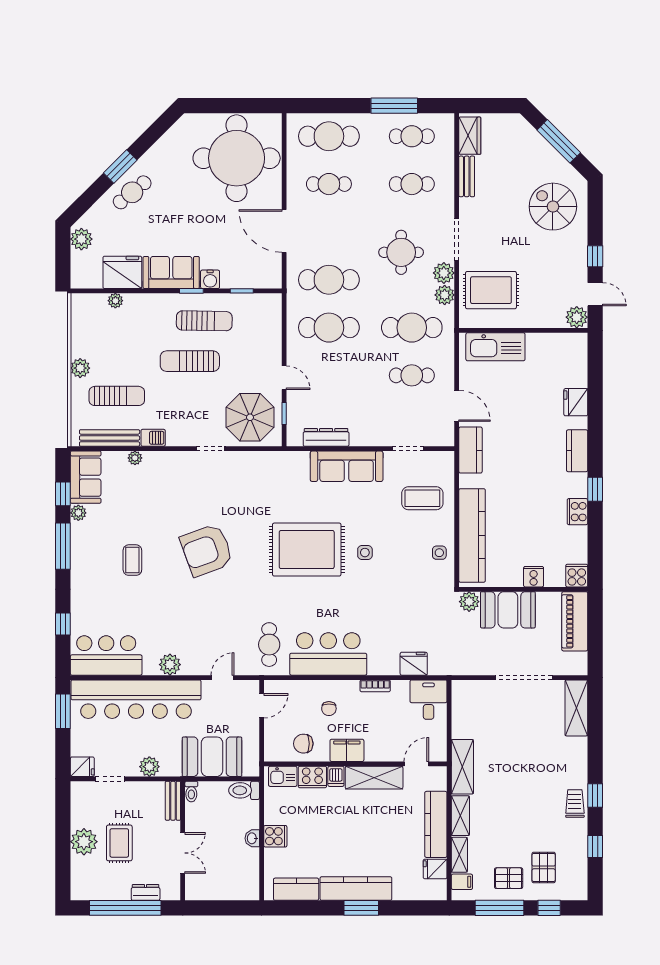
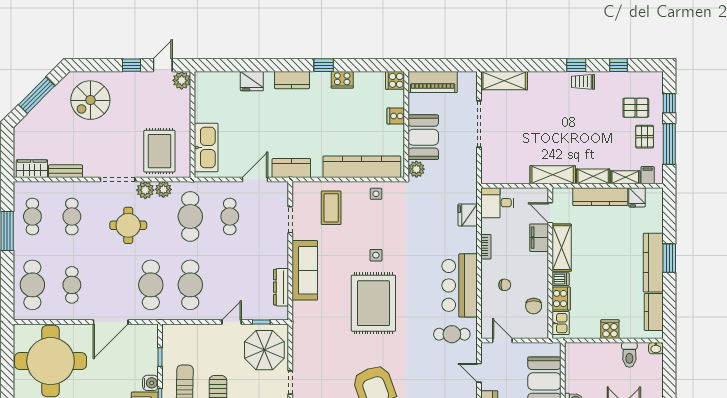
filing cabinet: (347, 750) -> (539, 238), moved
toilet: (244, 790) -> (629, 355), moved
washbasin: (252, 838) -> (656, 348), moved

